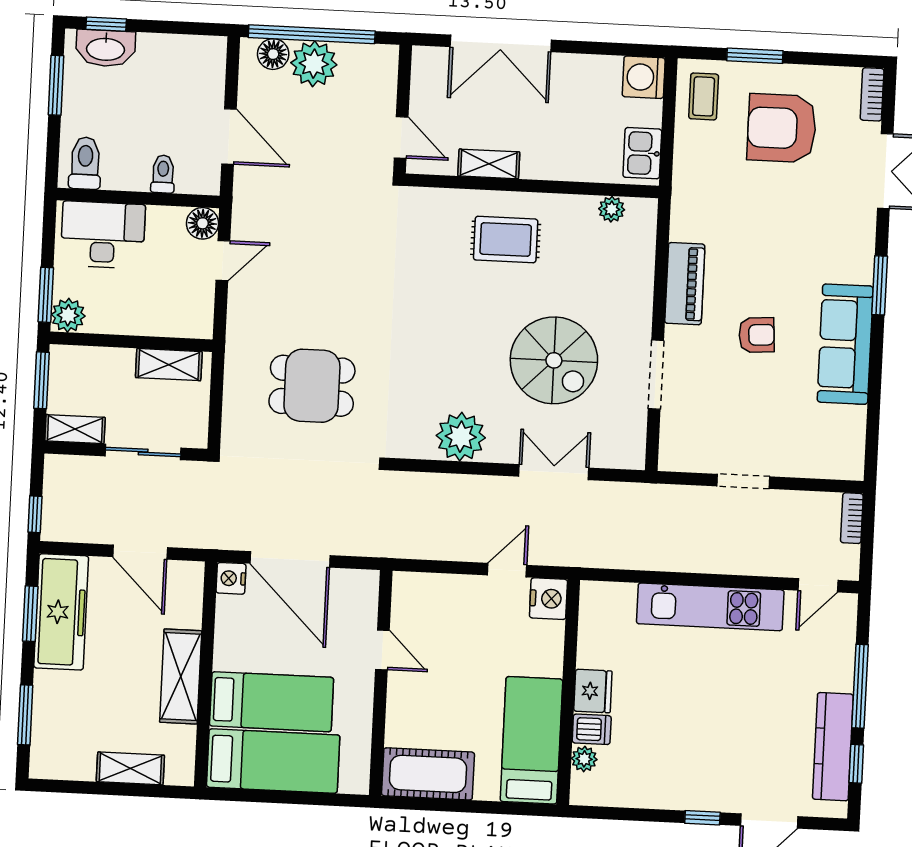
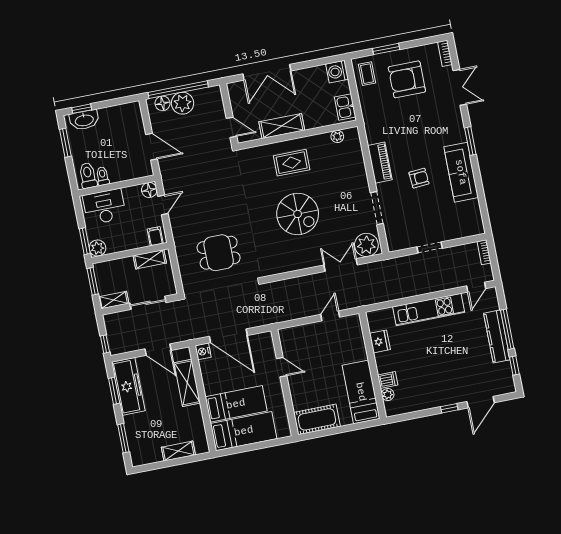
shelving: (489, 164) -> (282, 126), width x1.50, depth x1.33
toilet: (163, 174) -> (103, 176), moved
filing cabinet: (191, 320) -> (155, 236), added
spiral stairs: (554, 360) -> (298, 214), moved
plant: (461, 437) -> (366, 245), moved
nightstand: (548, 599) -> (353, 324), removed
shelving: (181, 676) -> (187, 383), moved
fridge: (593, 691) -> (380, 341), moved
kitchen counter: (833, 747) -> (497, 336), moved

